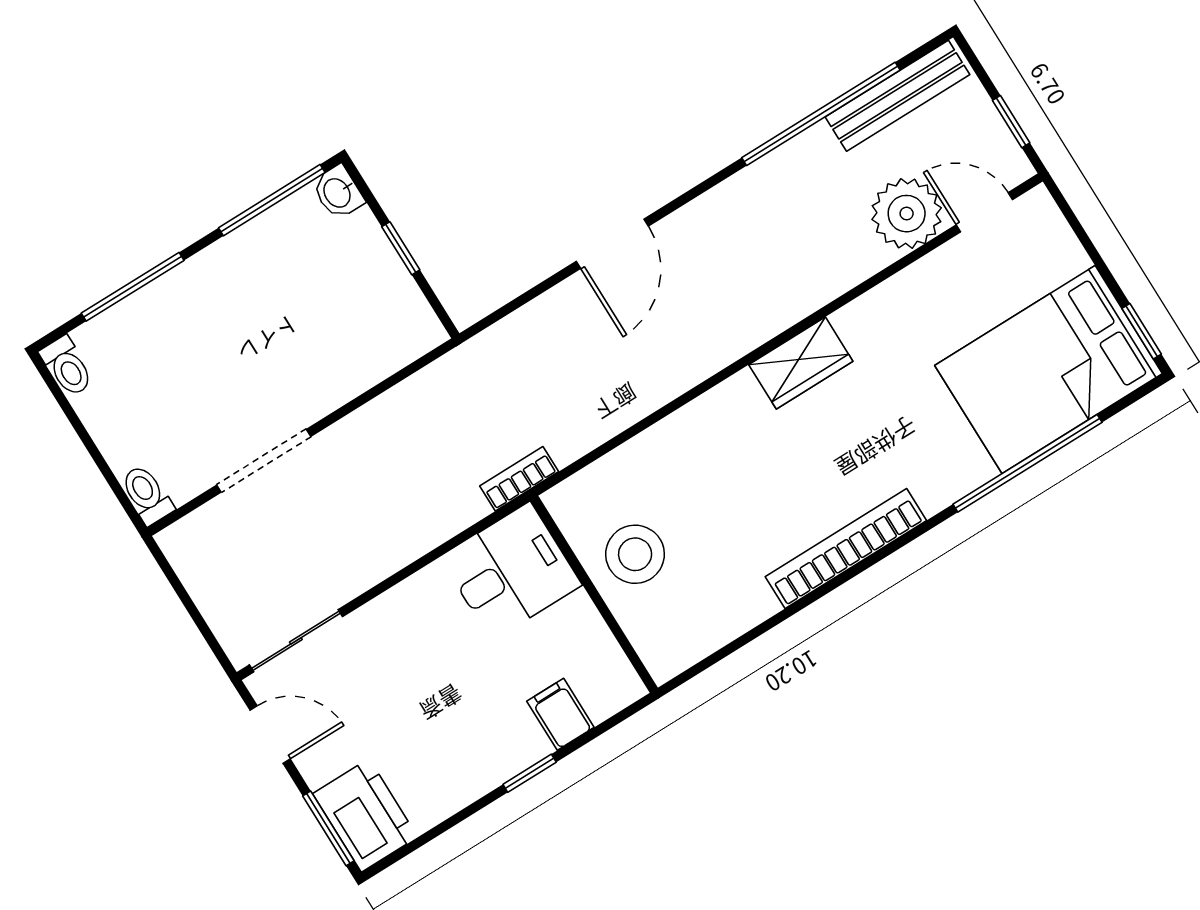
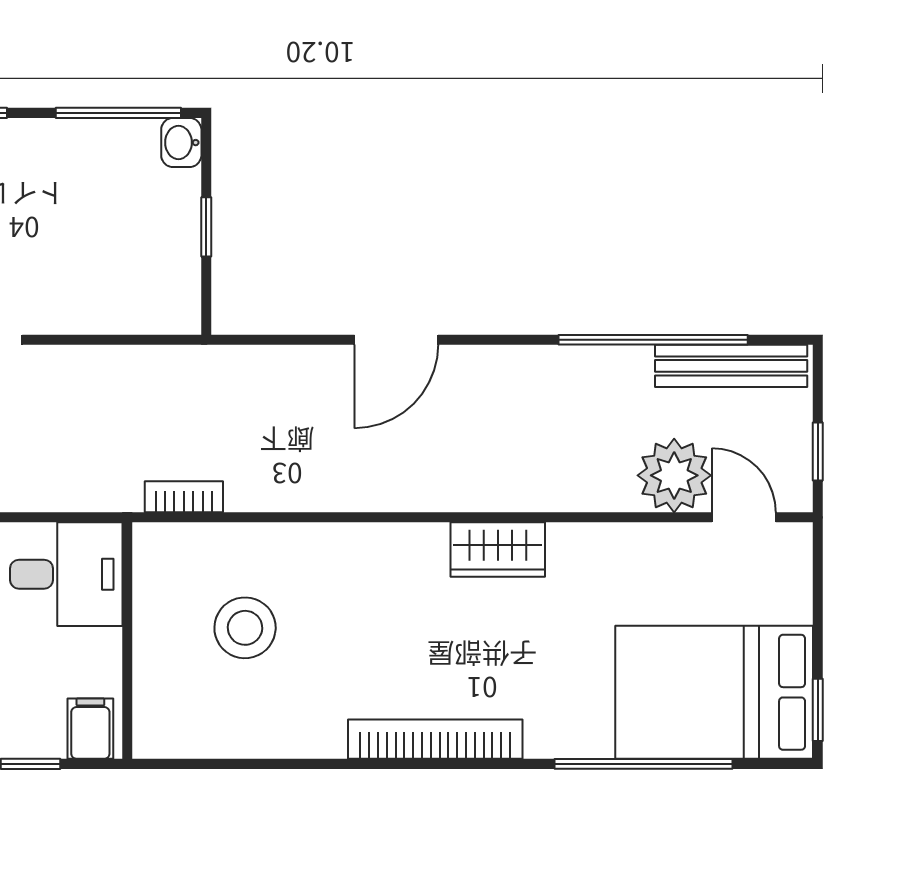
desk: (511, 571) -> (66, 574), moved
wall: (594, 594) -> (127, 641), moved

